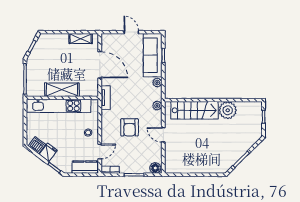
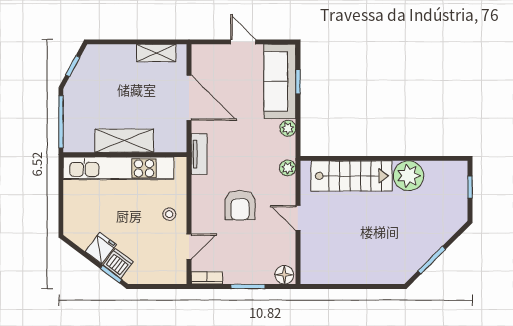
dishwasher: (37, 145) -> (118, 263), moved
kitchen counter: (85, 167) -> (164, 273), removed

